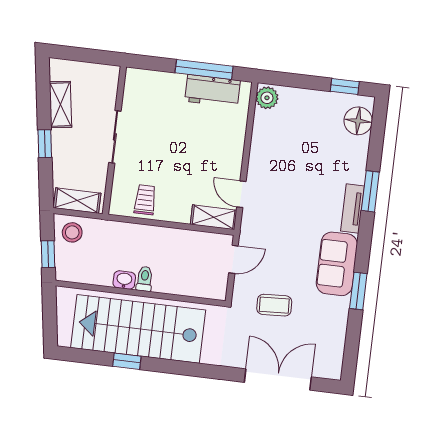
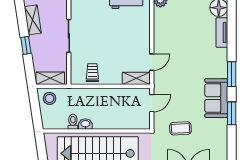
window: (370, 191) -> (232, 74), moved
door: (241, 194) -> (152, 62), swing flipped
tv unit: (353, 208) -> (222, 33), moved
window: (48, 254) -> (36, 114), removed
toilet: (145, 279) -> (73, 122), moved

